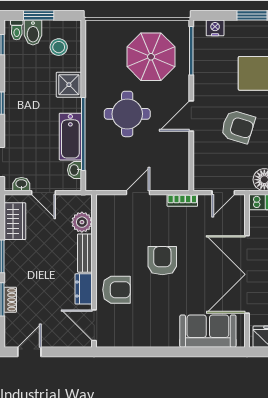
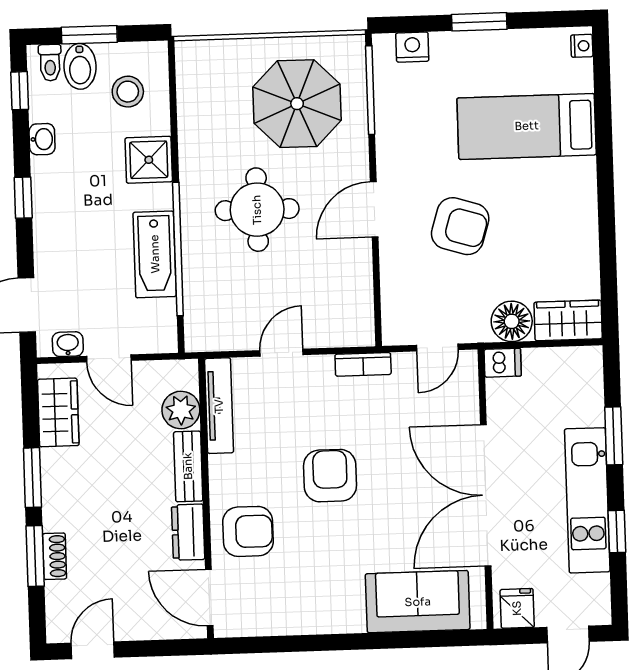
washbasin: (75, 170) -> (42, 139), moved, turned 180
tv unit: (103, 220) -> (219, 406), added

